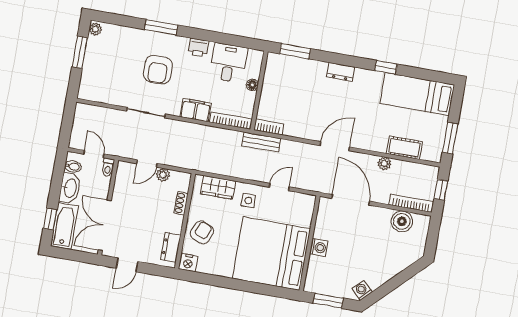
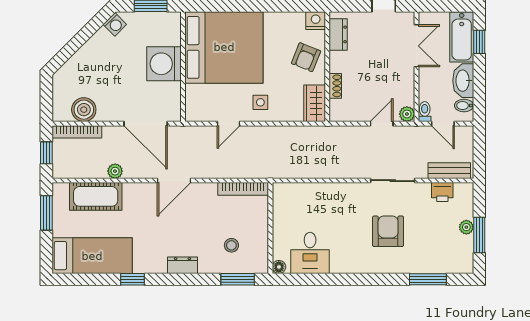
window: (161, 27) -> (428, 279), moved
plant: (95, 29) -> (466, 227), moved
printer: (198, 48) -> (442, 192), moved, turned 180
stool: (295, 81) -> (231, 245), added
floor lamp: (252, 85) -> (279, 267), moved
filing cabinet: (196, 110) -> (338, 193), removed
bookcase: (231, 121) -> (296, 189), removed
bookcase: (269, 127) -> (243, 189), width x1.56
bench: (261, 142) -> (449, 171), moved
cot: (404, 148) -> (96, 196), width x1.37, depth x1.34
plant: (163, 175) -> (407, 114), moved
wardrobe: (218, 187) -> (315, 103), moved, turned -90
double door: (105, 225) -> (417, 46), width x0.73
washing machine: (319, 247) -> (164, 64), width x1.89, depth x1.89

